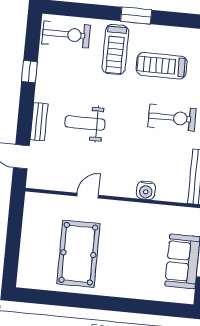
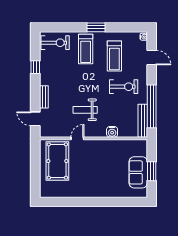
treadmill: (162, 66) -> (114, 56), turned -90
weight bench: (85, 123) -> (85, 110), moved
pool table: (78, 254) -> (57, 161), moved

